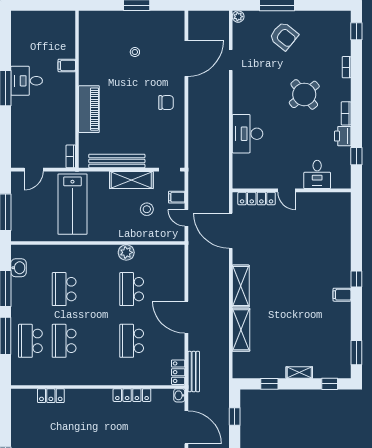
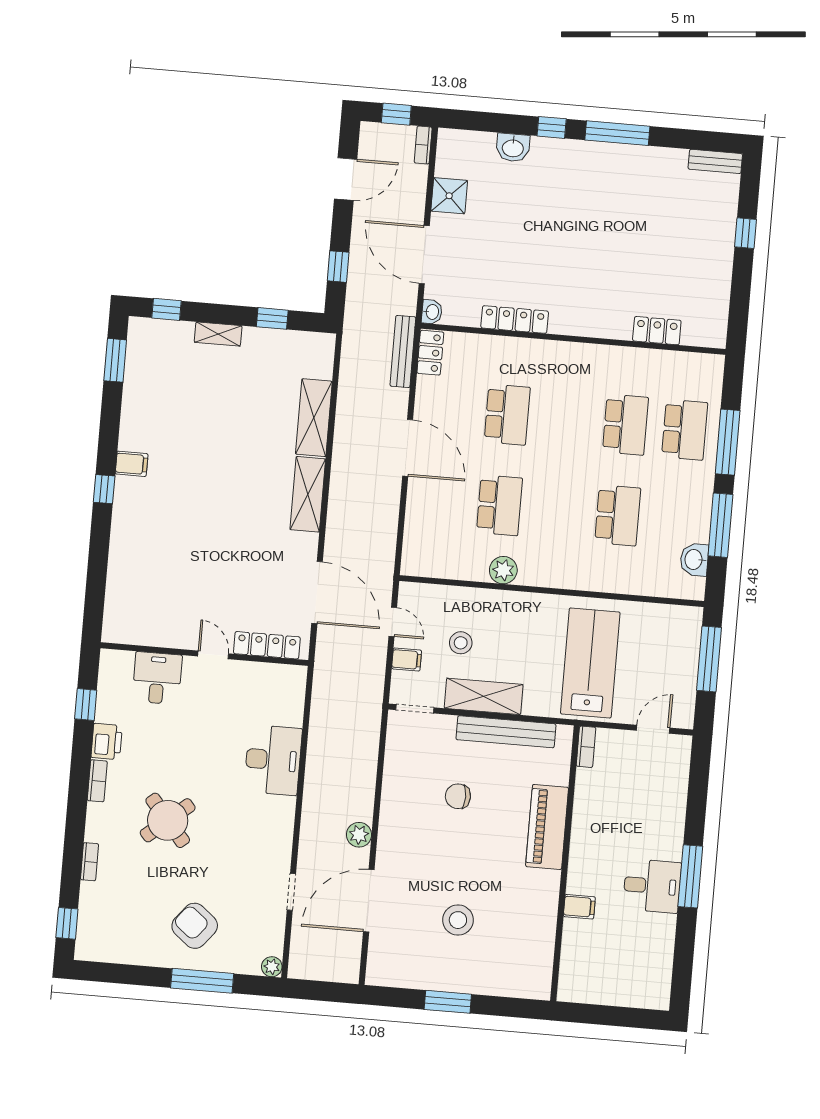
stool: (135, 52) -> (458, 920), width x1.89, depth x1.89
plant: (195, 96) -> (359, 835), added
chair: (166, 103) -> (458, 796), moved

